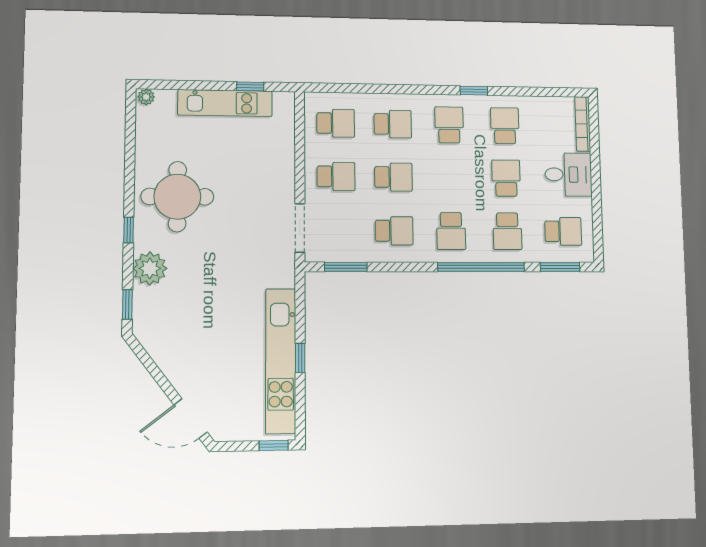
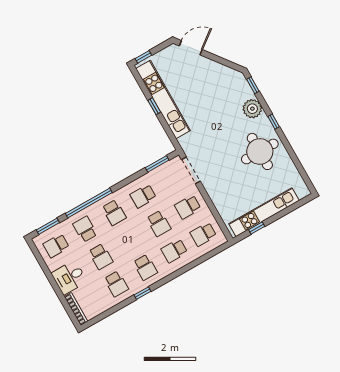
plant: (146, 97) -> (304, 192), removed
kitchen unit: (225, 103) -> (264, 212), width x1.36
school desk: (393, 177) -> (159, 223), turned -90
school desk: (451, 231) -> (114, 213), turned 180

